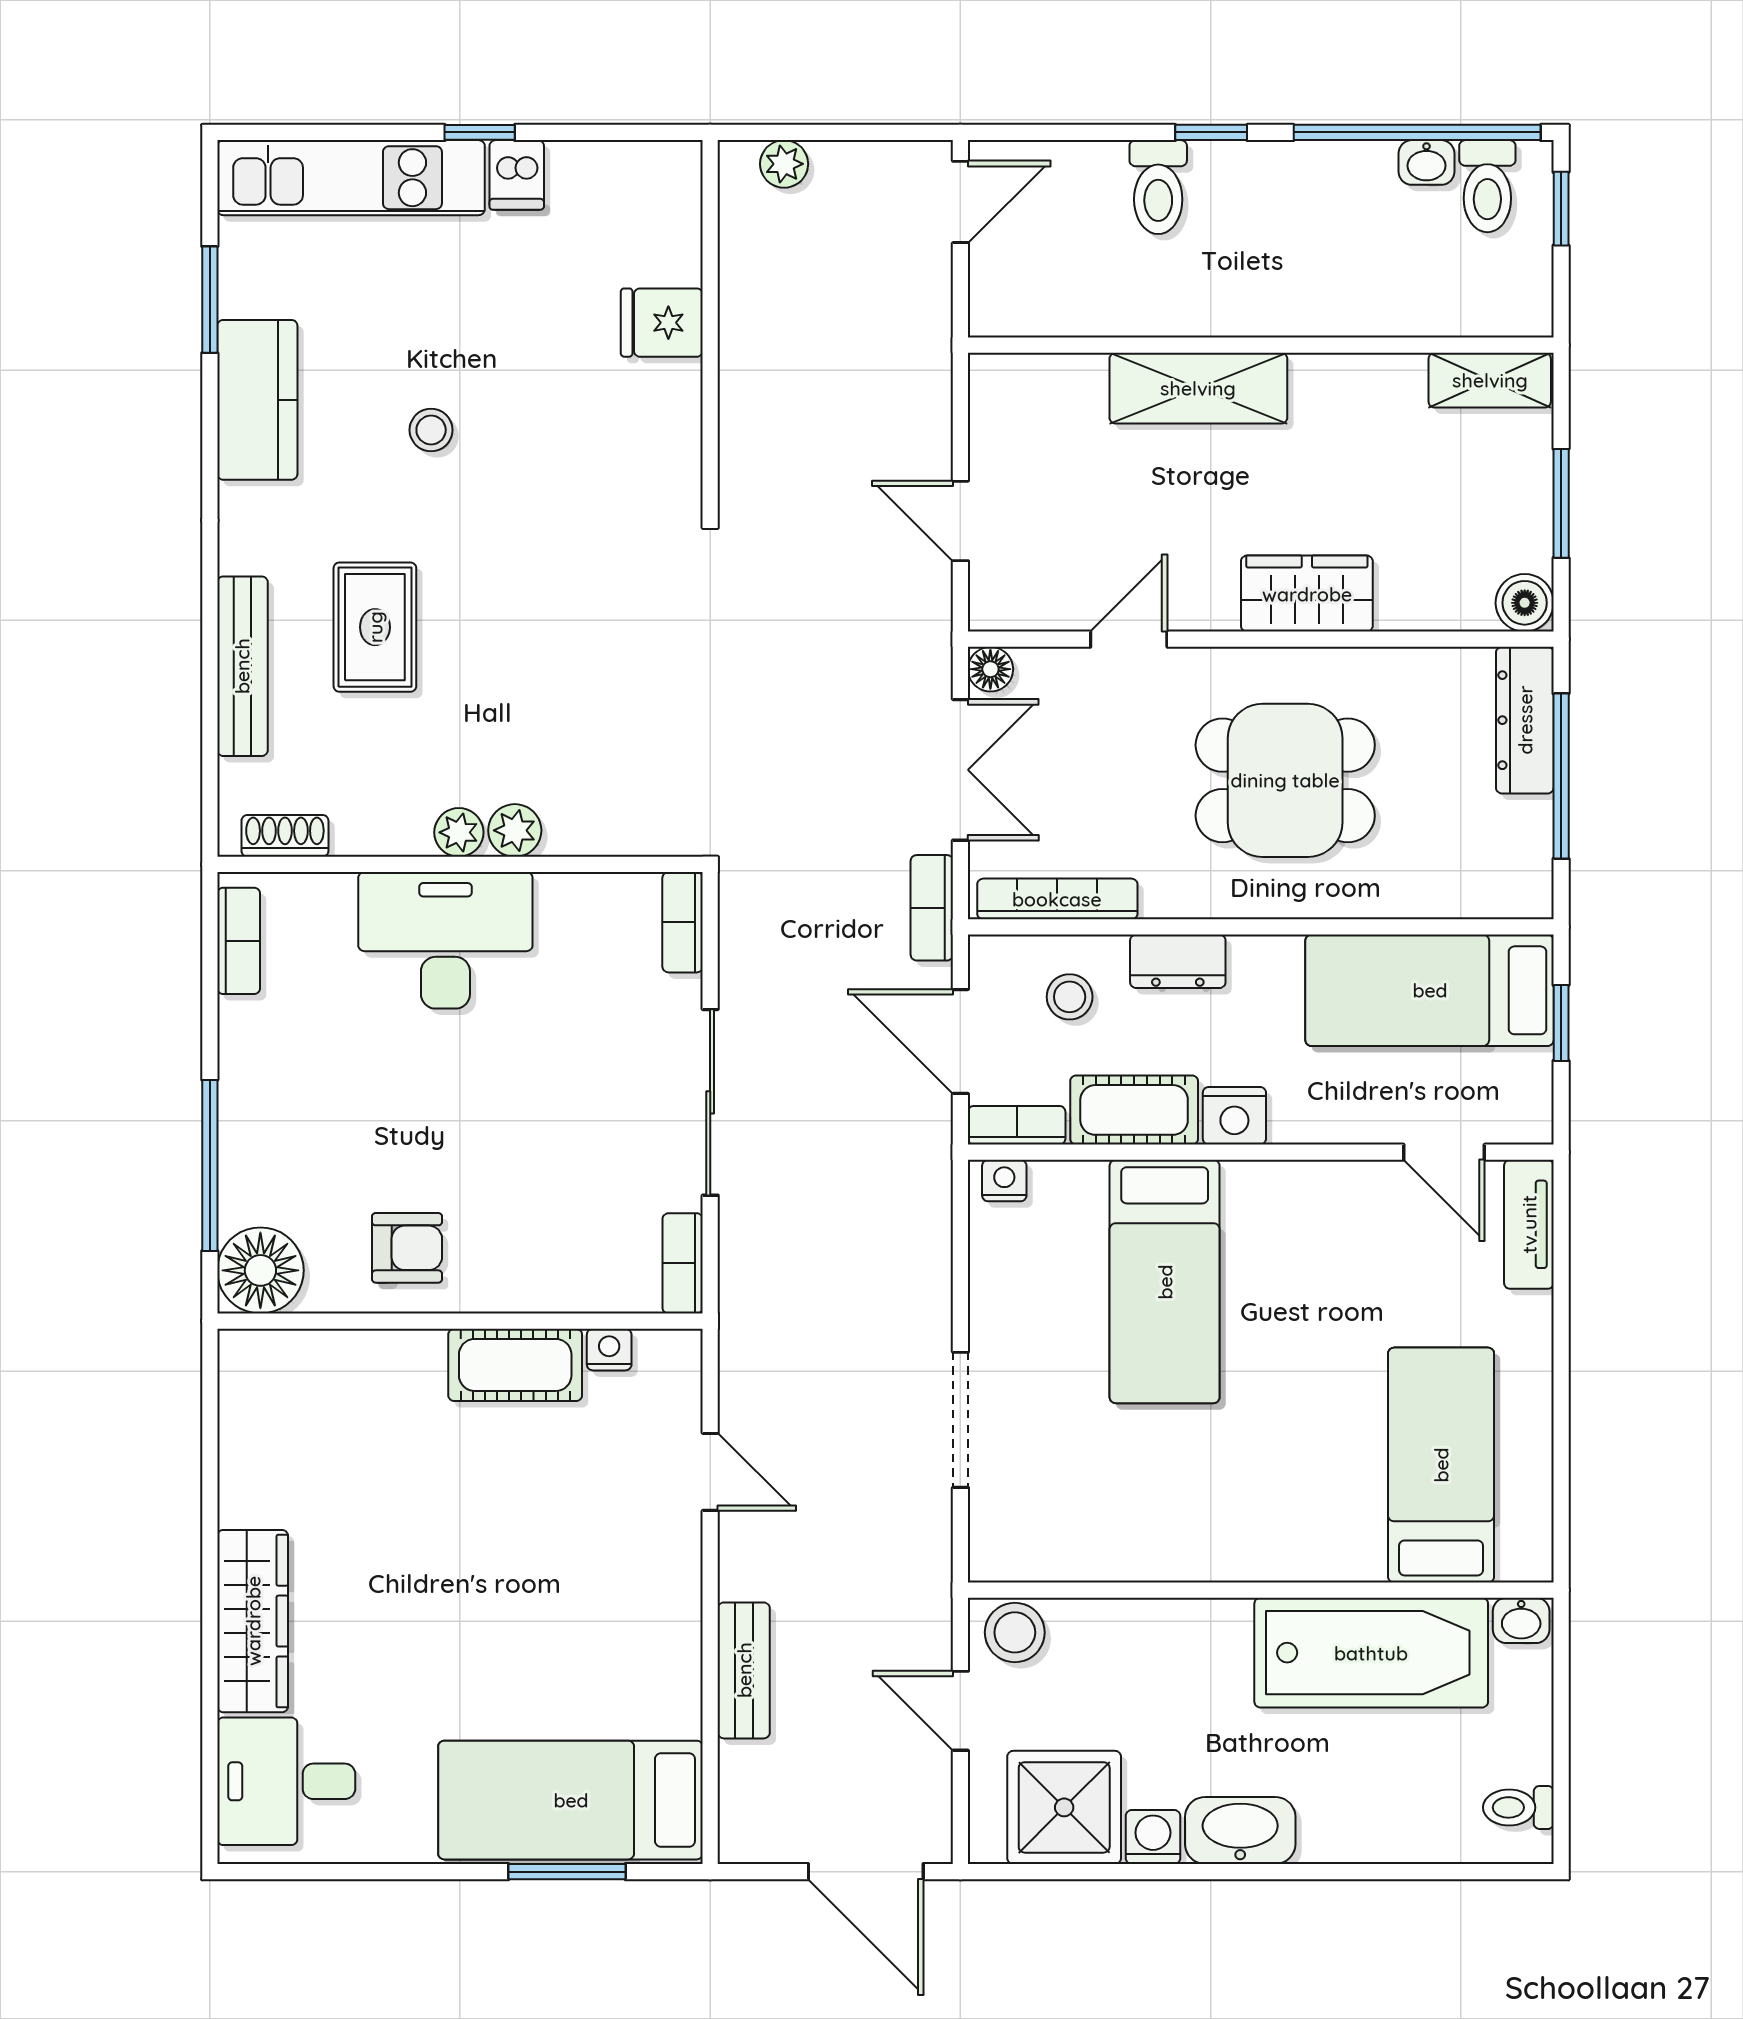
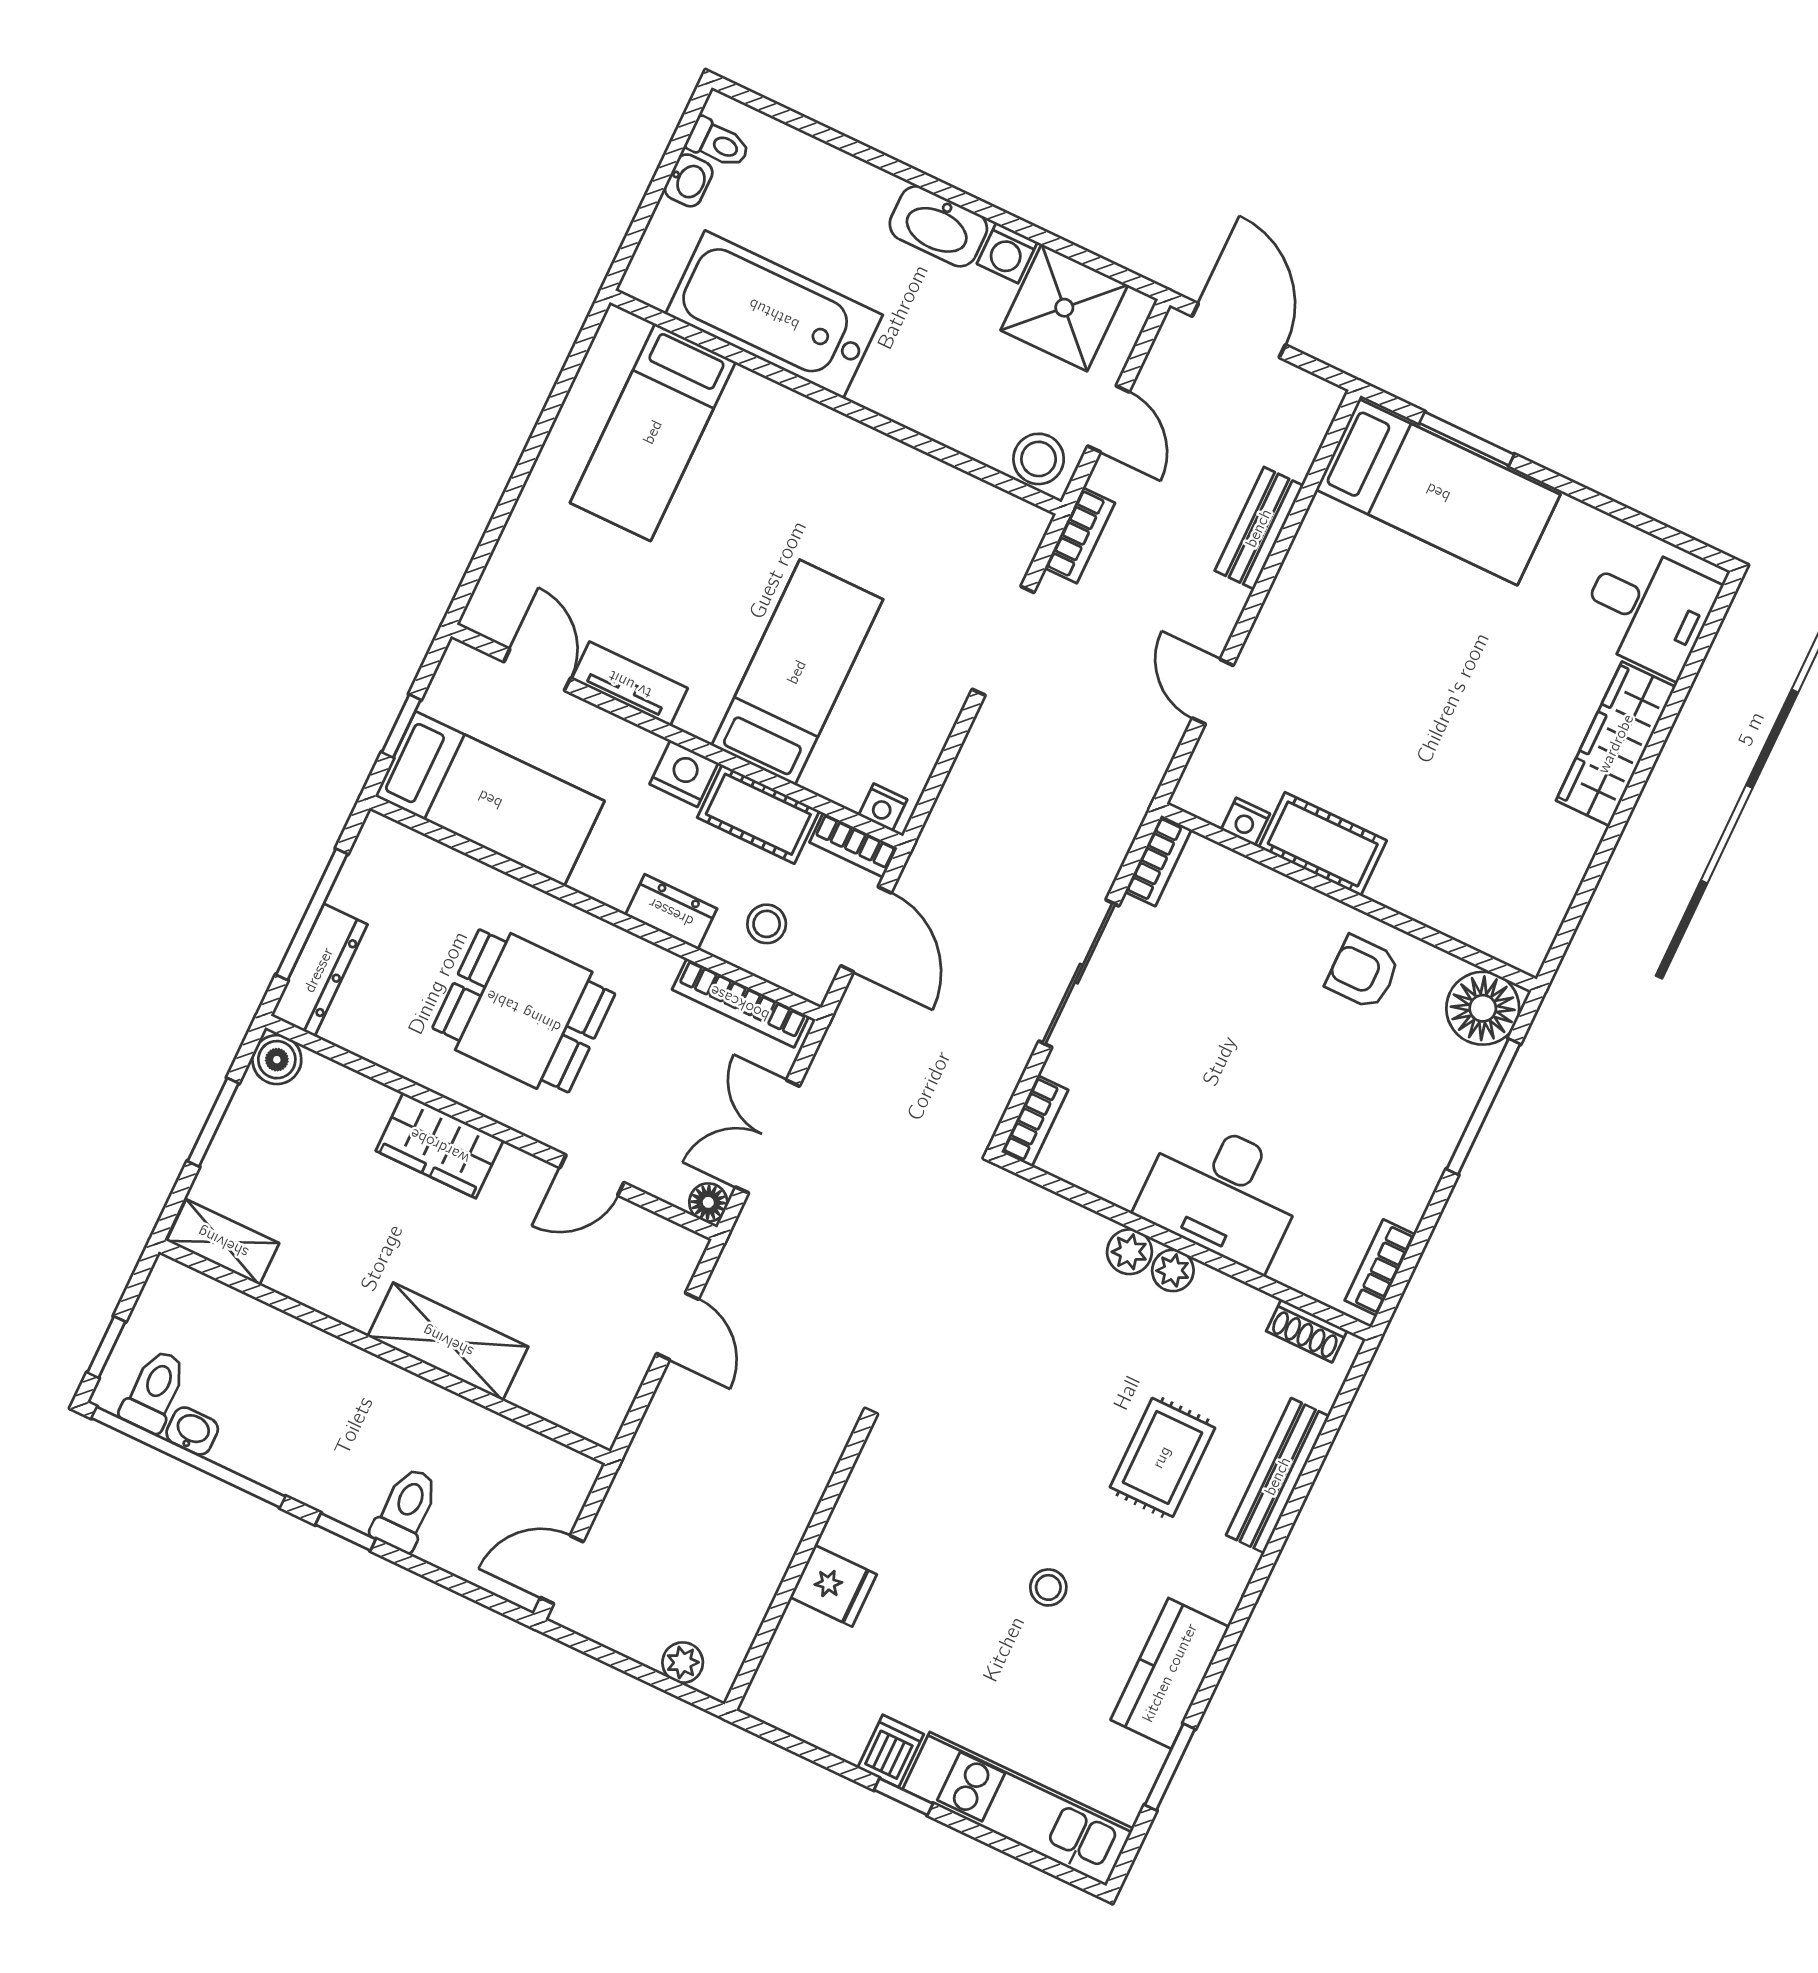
bookcase: (932, 908) -> (1080, 535), moved
tv unit: (1529, 1224) -> (630, 684), moved, turned -90
washbasin: (1521, 1620) -> (689, 180), moved, turned 90

